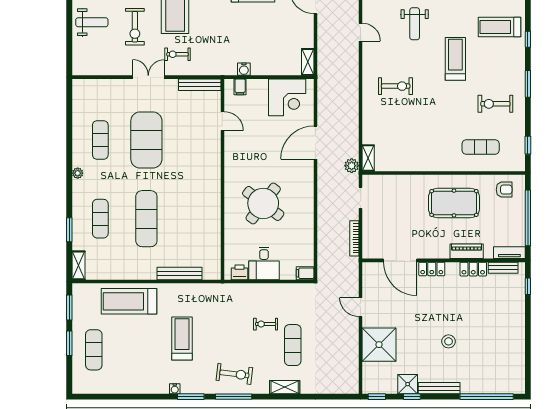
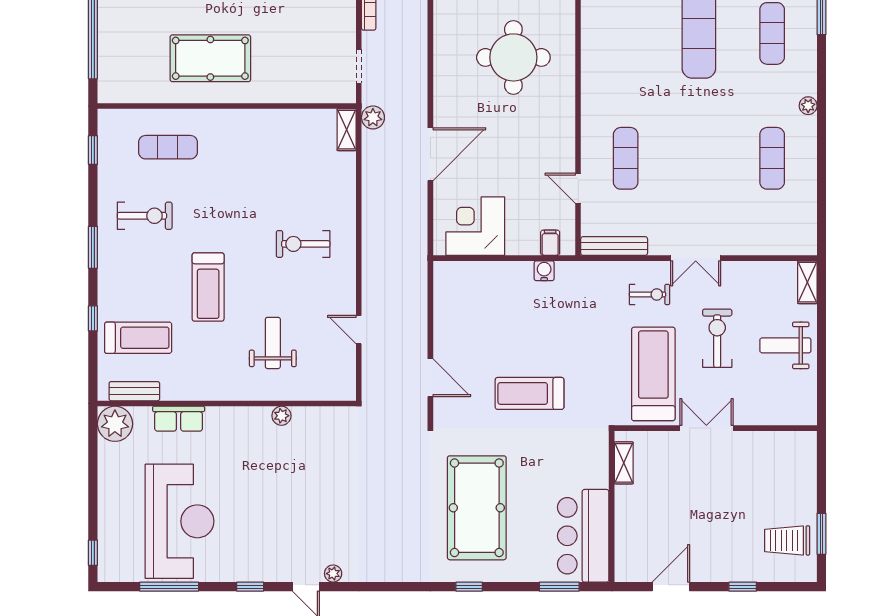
shelving: (308, 62) -> (807, 282), moved
exercise mat: (146, 140) -> (626, 158), moved, width x0.50, depth x0.69
armchair: (504, 190) -> (131, 80), removed
round table: (263, 203) -> (513, 57), turned -37

